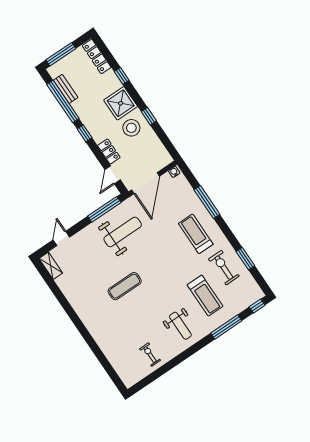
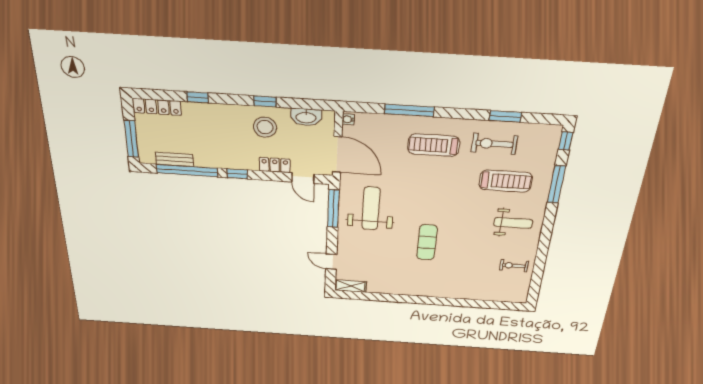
shower: (121, 103) -> (229, 119), removed
washbasin: (157, 147) -> (306, 117), added

